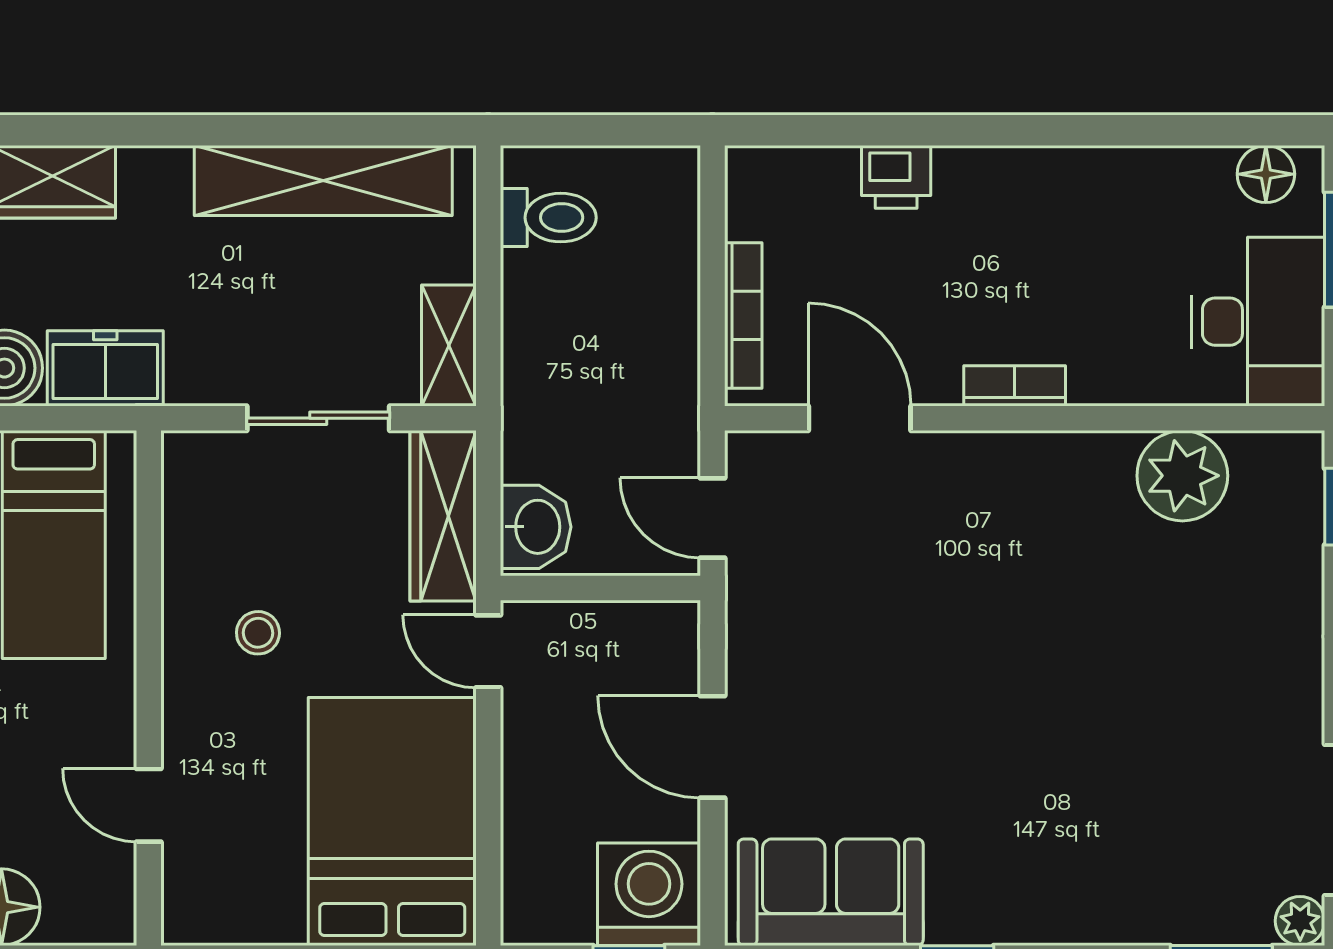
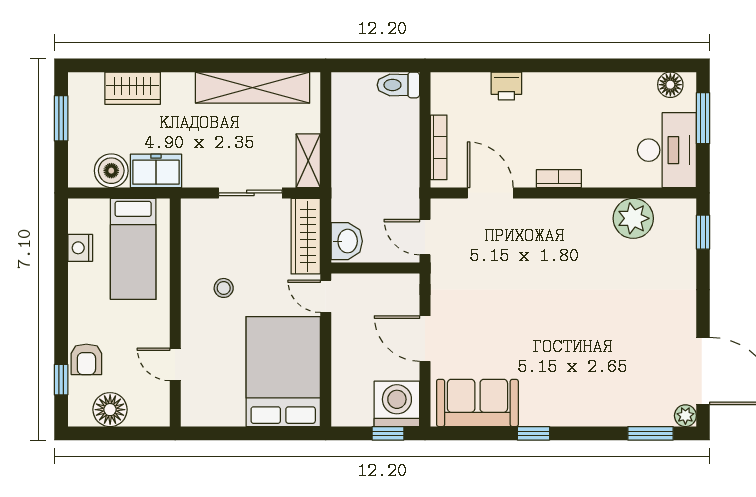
toilet: (548, 218) -> (398, 85), moved, turned 180

